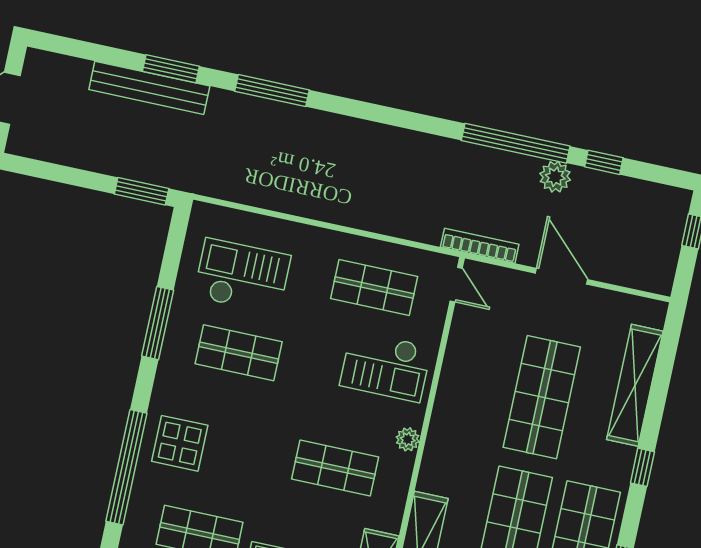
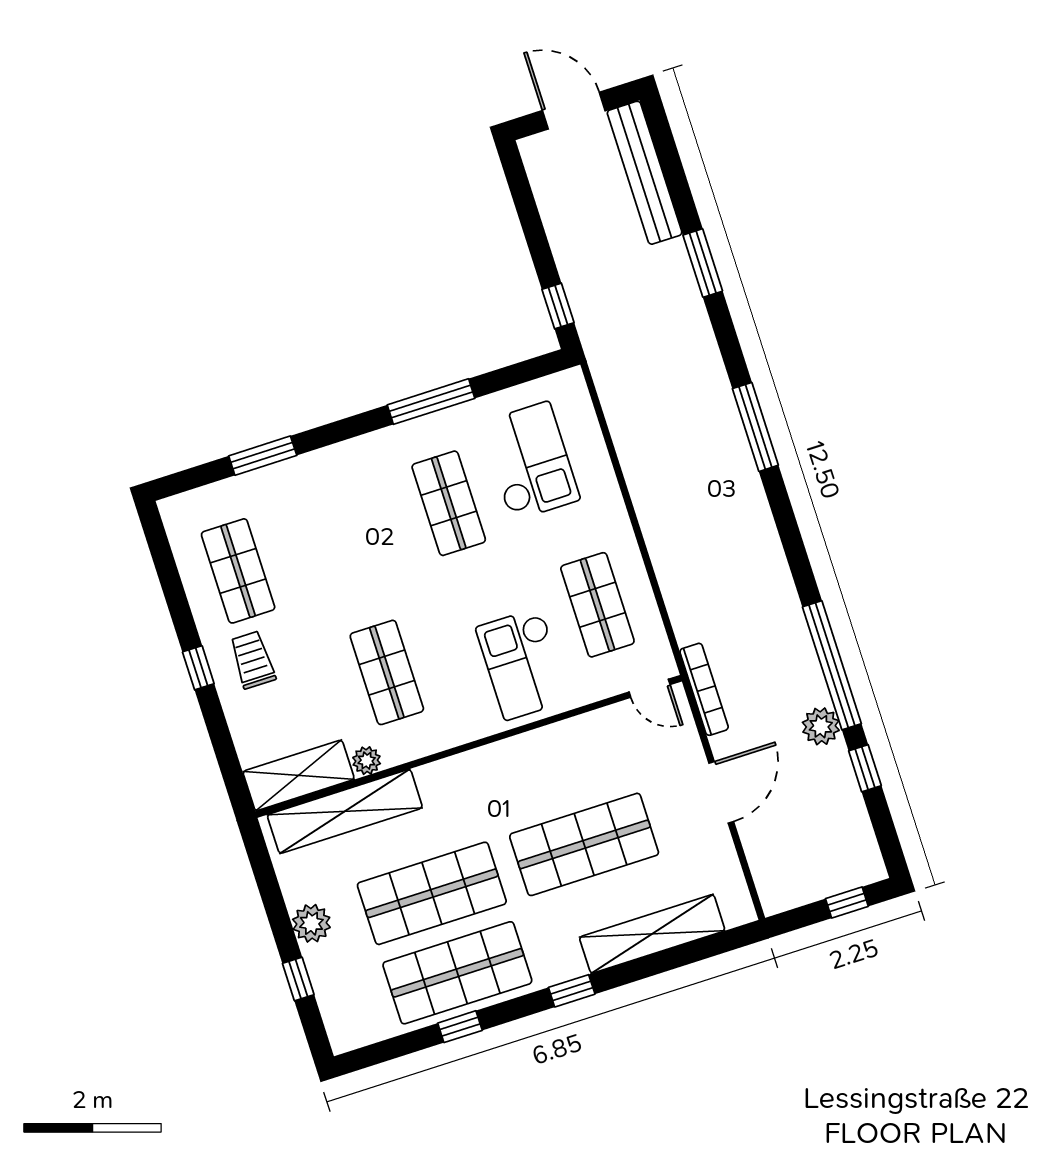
bench: (149, 88) -> (645, 173), moved
window: (272, 91) -> (755, 427), moved
window: (142, 191) -> (558, 306), width x0.67
door: (456, 285) -> (650, 688), hinge flipped
plant: (408, 439) -> (367, 761), moved
display table: (180, 443) -> (319, 497), removed
window: (126, 467) -> (263, 456), width x0.47

